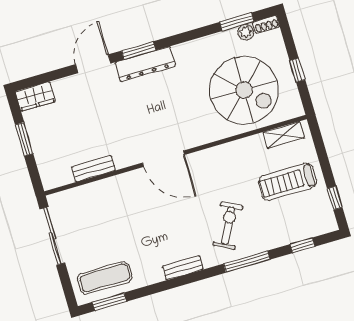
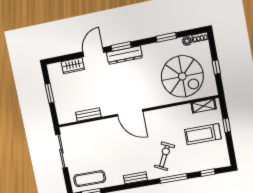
window: (237, 22) -> (166, 37), moved
wardrobe: (35, 96) -> (73, 66), moved
window: (335, 198) -> (227, 125), moved

